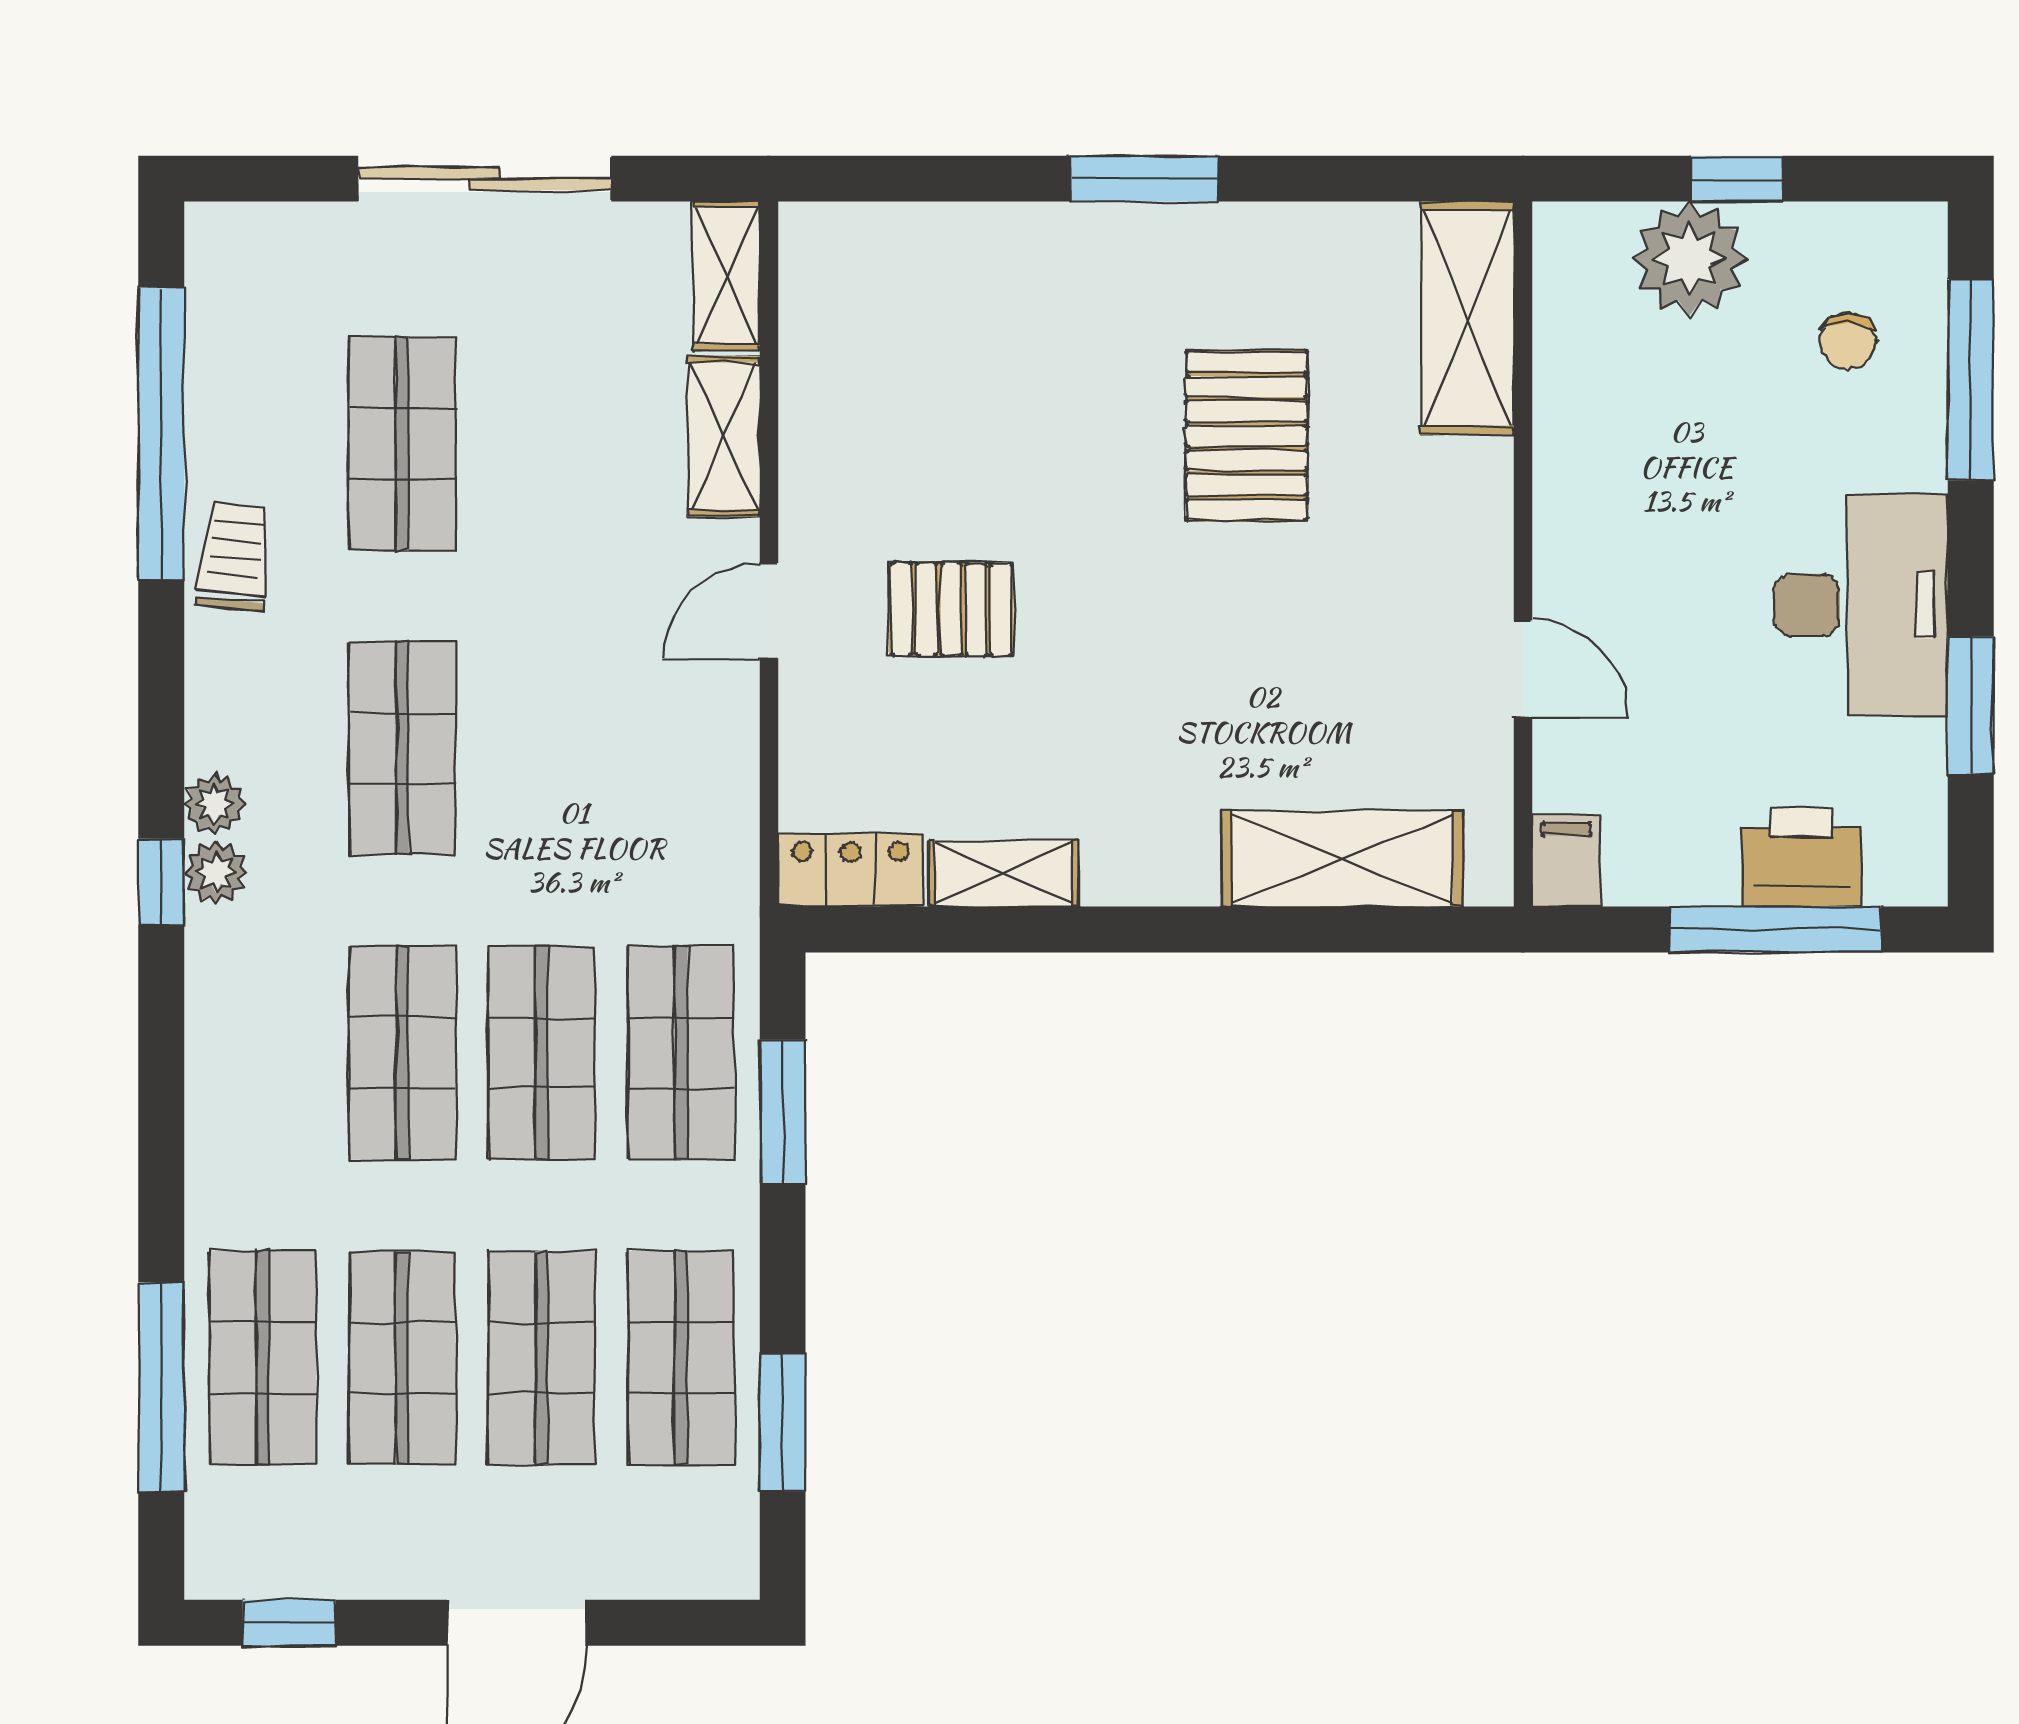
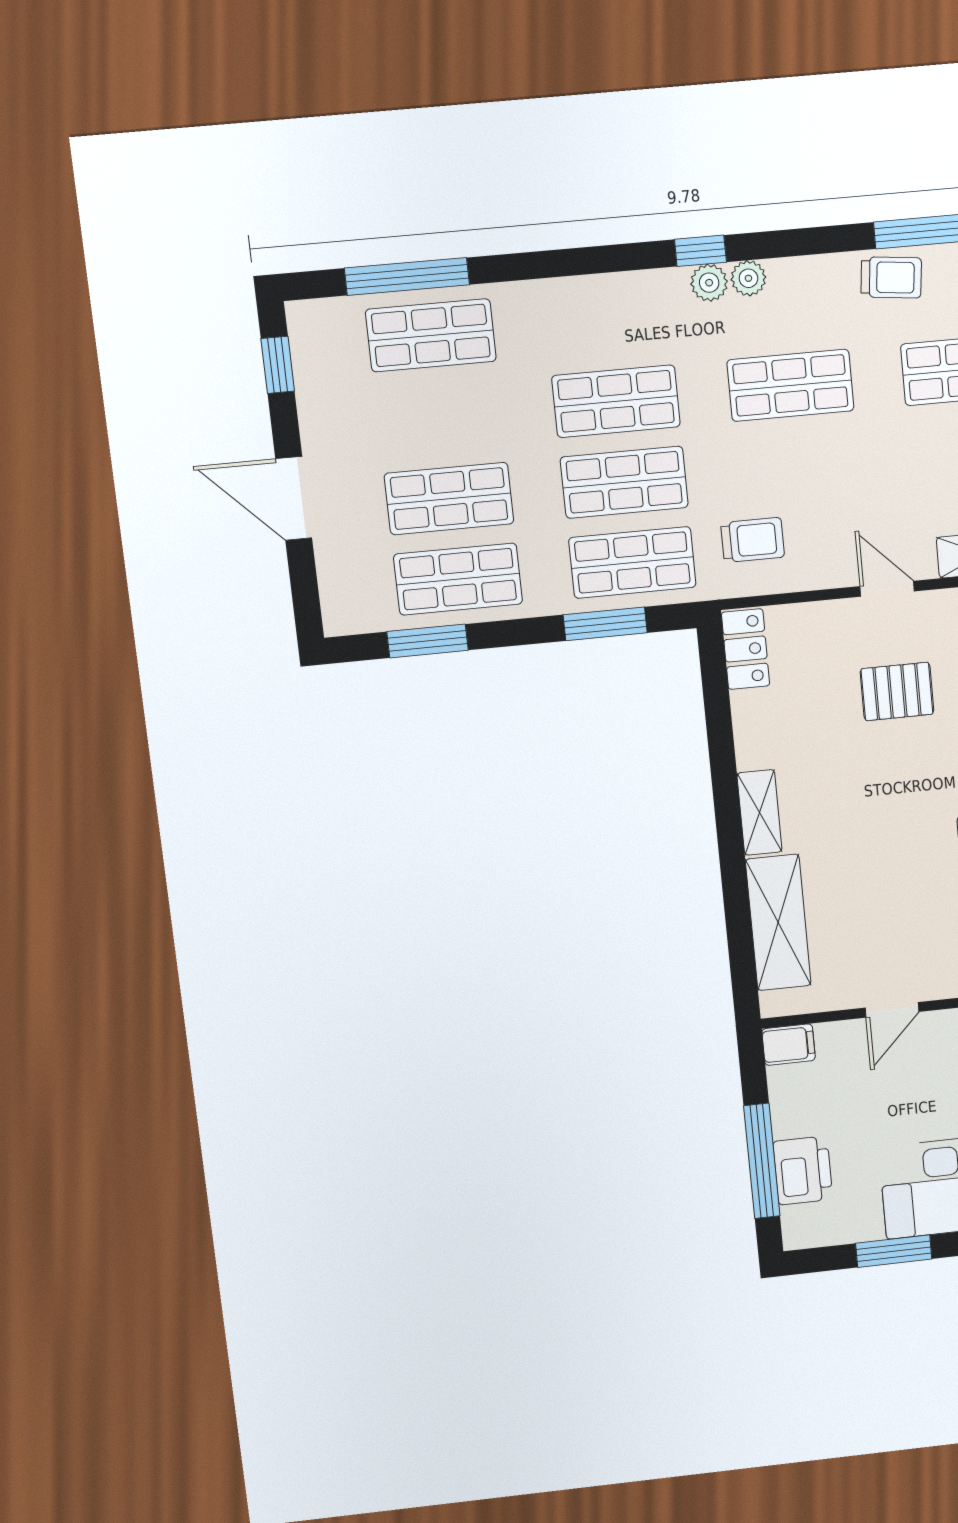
pallet: (951, 609) -> (897, 691), turned 90
trolley: (662, 840) -> (753, 540), added
shelving: (1003, 873) -> (760, 812), moved
shop shelf: (402, 1358) -> (440, 417), removed

